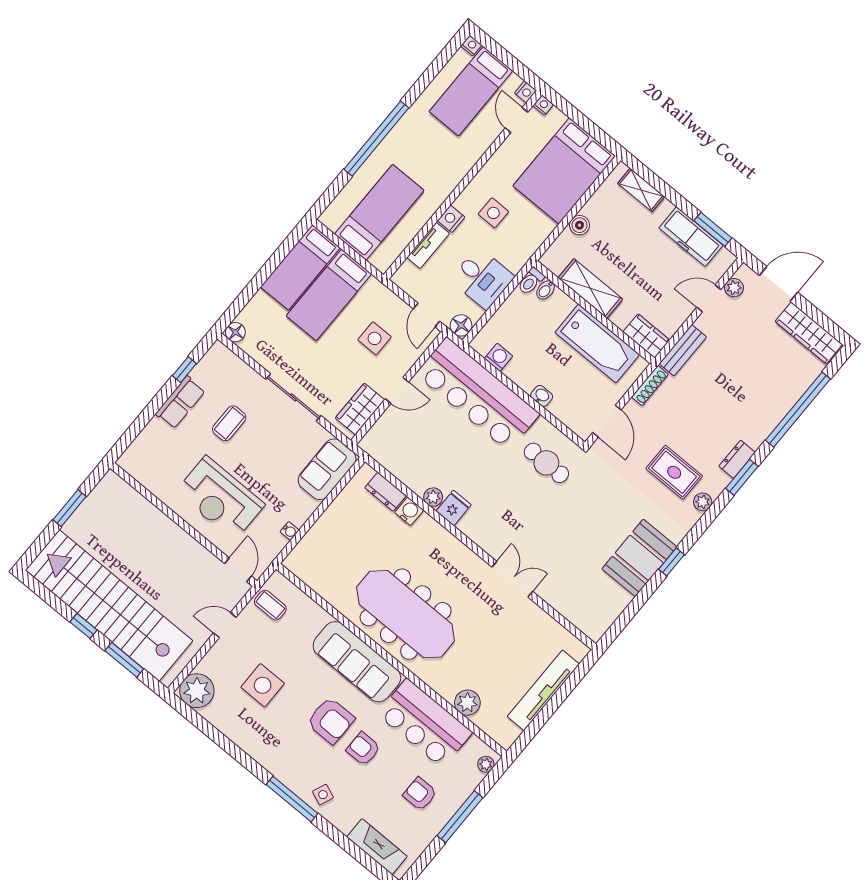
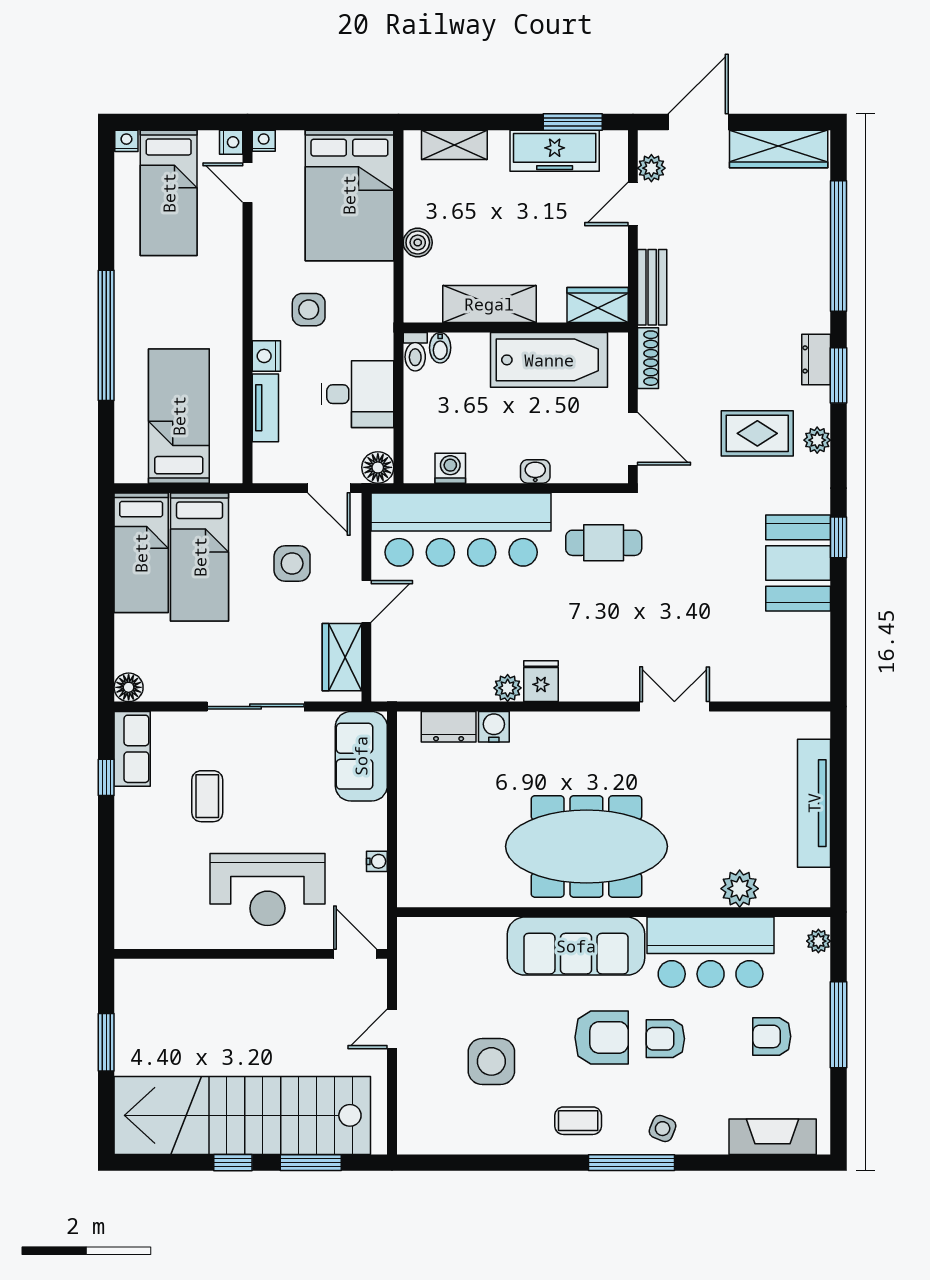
row of seats: (180, 402) -> (132, 749), moved
coffee table: (270, 605) -> (578, 1121), moved
plant: (197, 691) -> (422, 1129), removed

